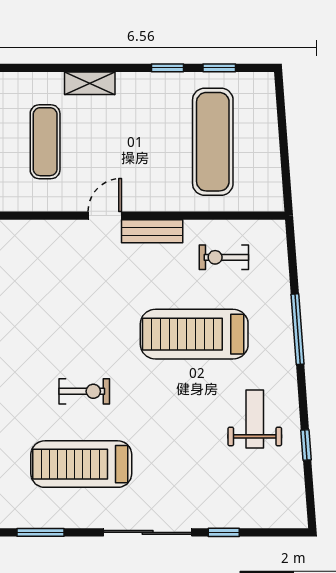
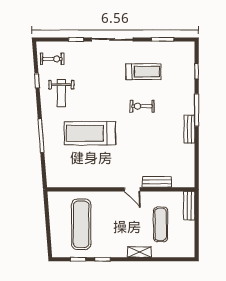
door: (105, 216) -> (132, 189), hinge flipped
bench: (152, 231) -> (157, 182), moved
exercise bike: (224, 257) -> (52, 59), moved
treadmill: (194, 334) -> (90, 133), turned 180
treadmill: (81, 464) -> (143, 72), width x0.73, depth x0.73

